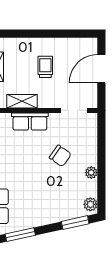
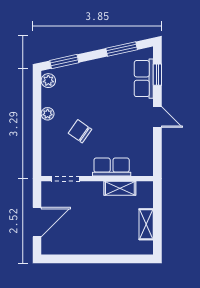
trolley: (45, 67) -> (95, 224), removed

